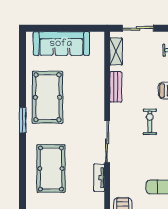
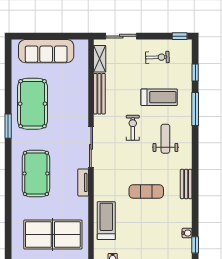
bench: (116, 87) -> (99, 94), width x1.36

